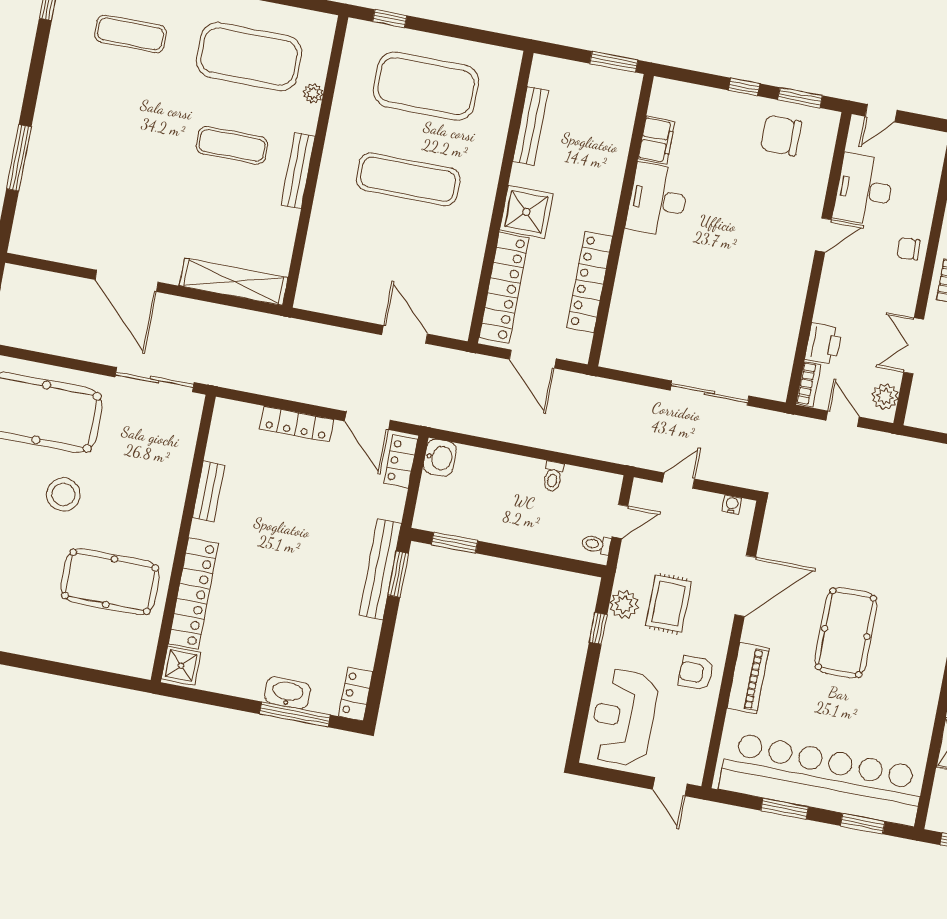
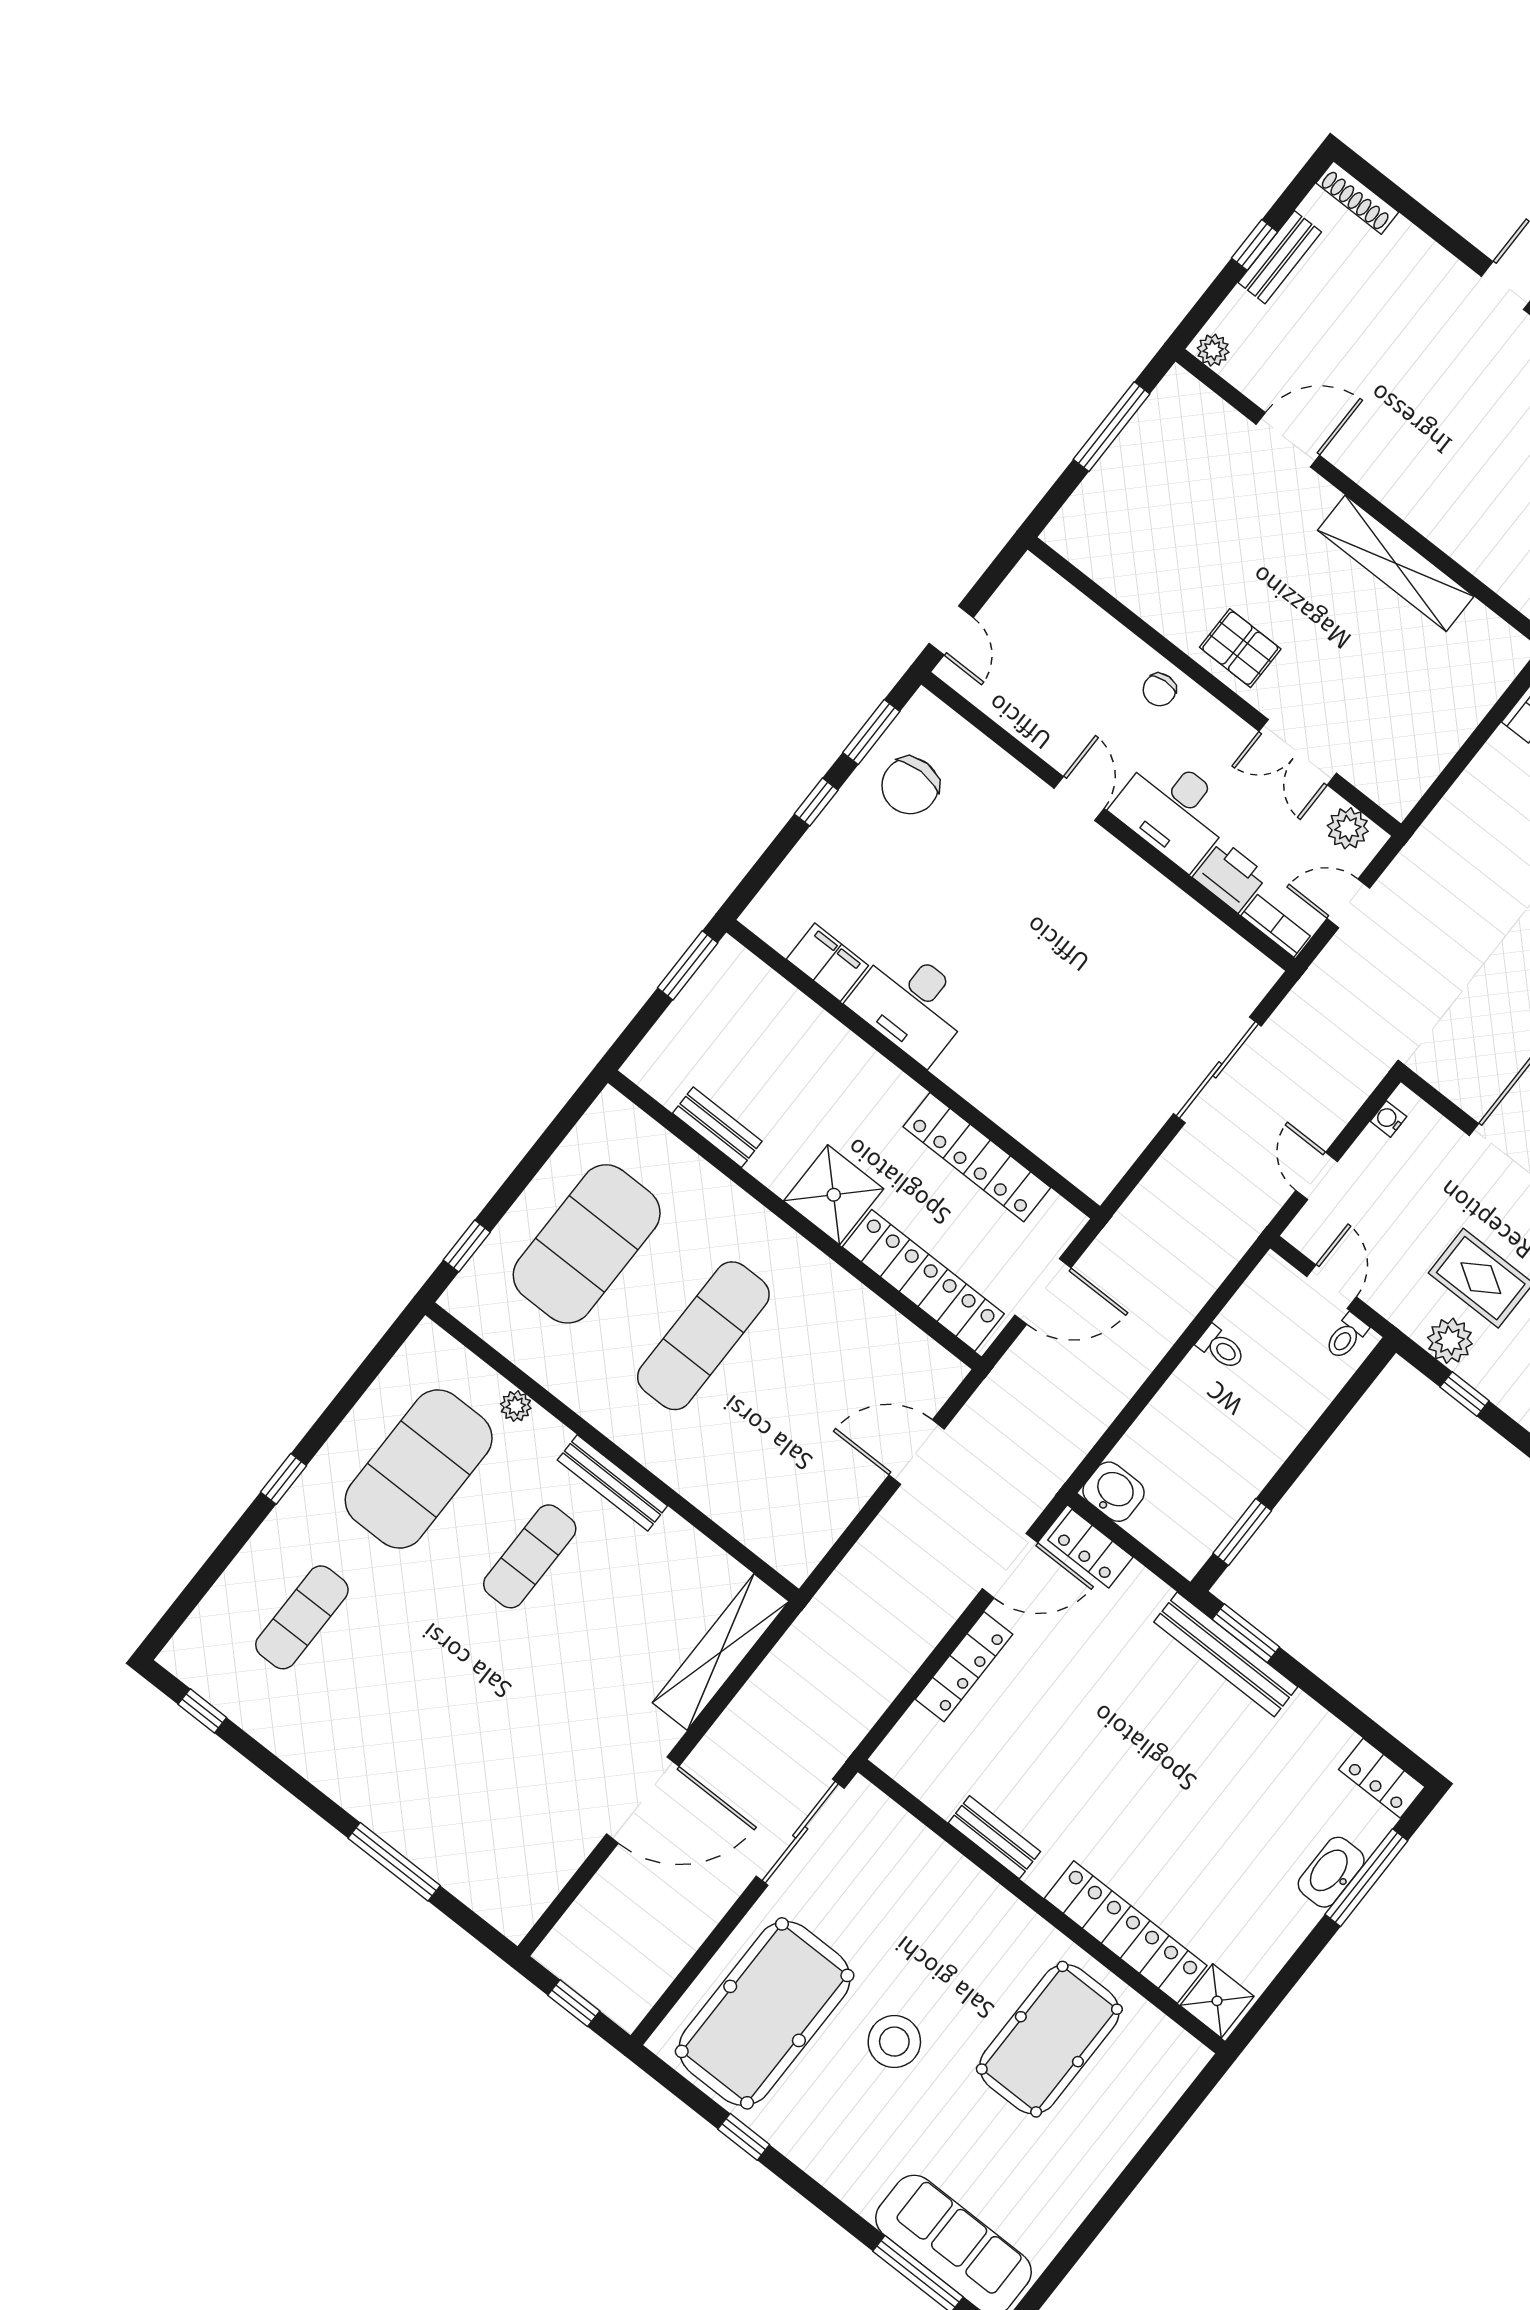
bench: (531, 126) -> (717, 1127), width x0.73
desk: (864, 190) -> (1174, 810), moved

